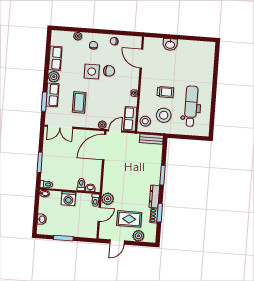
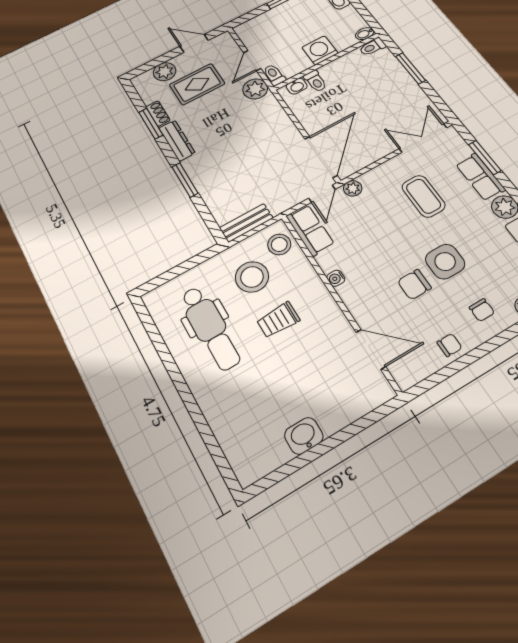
washbasin: (170, 44) -> (304, 436), moved
door: (117, 242) -> (194, 43), hinge flipped

